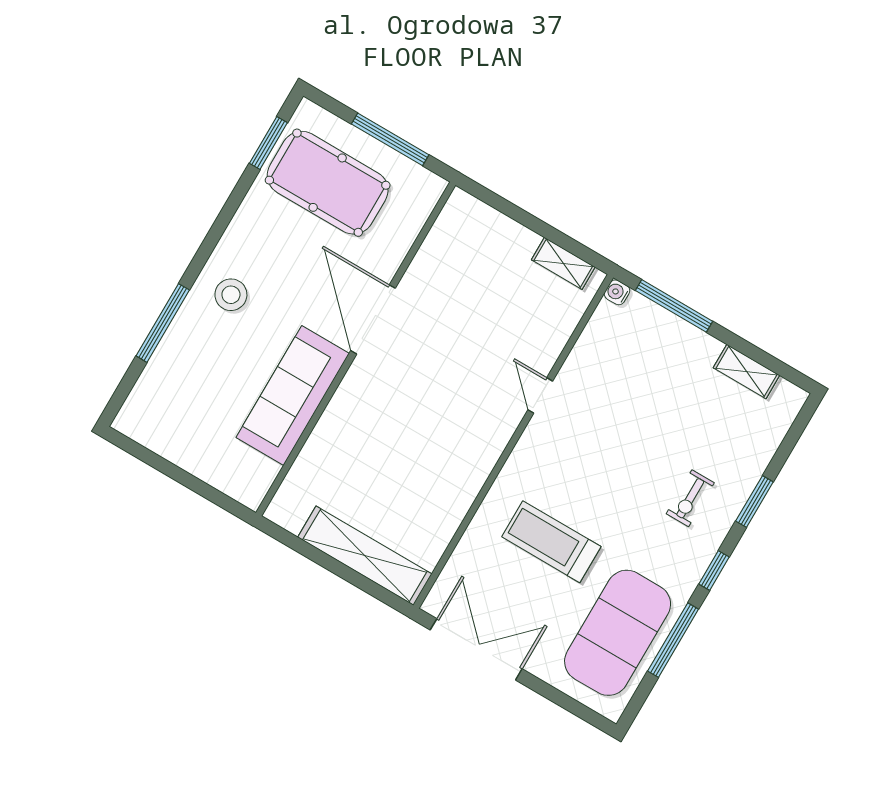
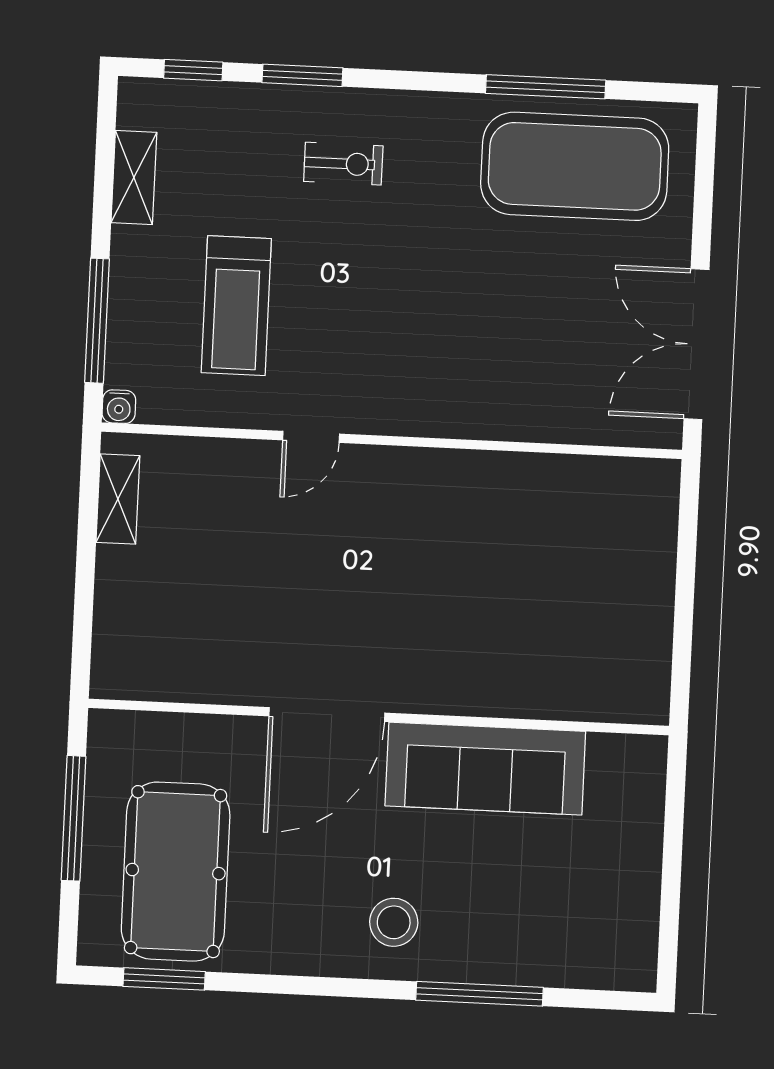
treadmill: (551, 542) -> (236, 306), moved
shelving: (365, 556) -> (649, 559), removed
window: (714, 571) -> (193, 70), moved

